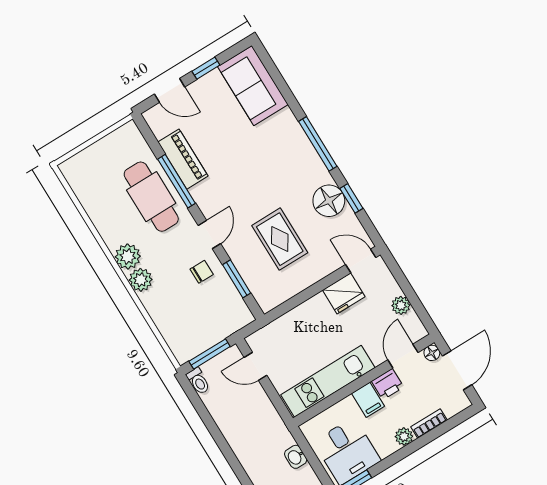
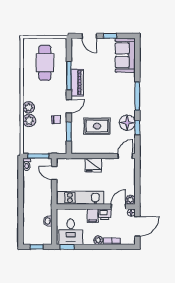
piano: (183, 159) -> (77, 83), moved
cafe table: (151, 197) -> (45, 63), moved
rug: (280, 239) -> (97, 126), turned 90
plant: (128, 257) -> (29, 120), moved
door: (361, 261) -> (125, 156), hinge flipped
fridge: (344, 293) -> (93, 165), moved
plant: (401, 305) -> (130, 200), moved

